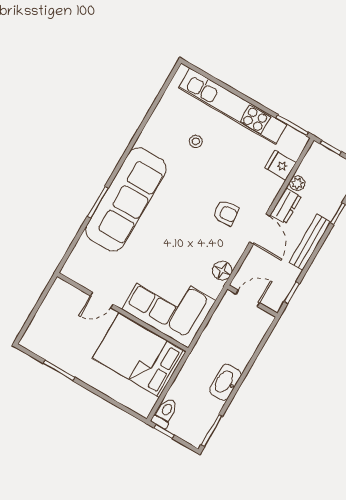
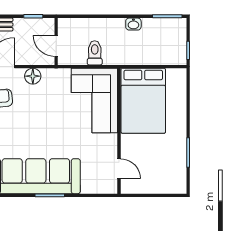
floor lamp: (222, 271) -> (33, 76), moved
door: (102, 300) -> (119, 169), moved
washbasin: (225, 382) -> (133, 24), width x0.52, depth x0.69
toilet: (165, 413) -> (95, 53), moved, turned 90

